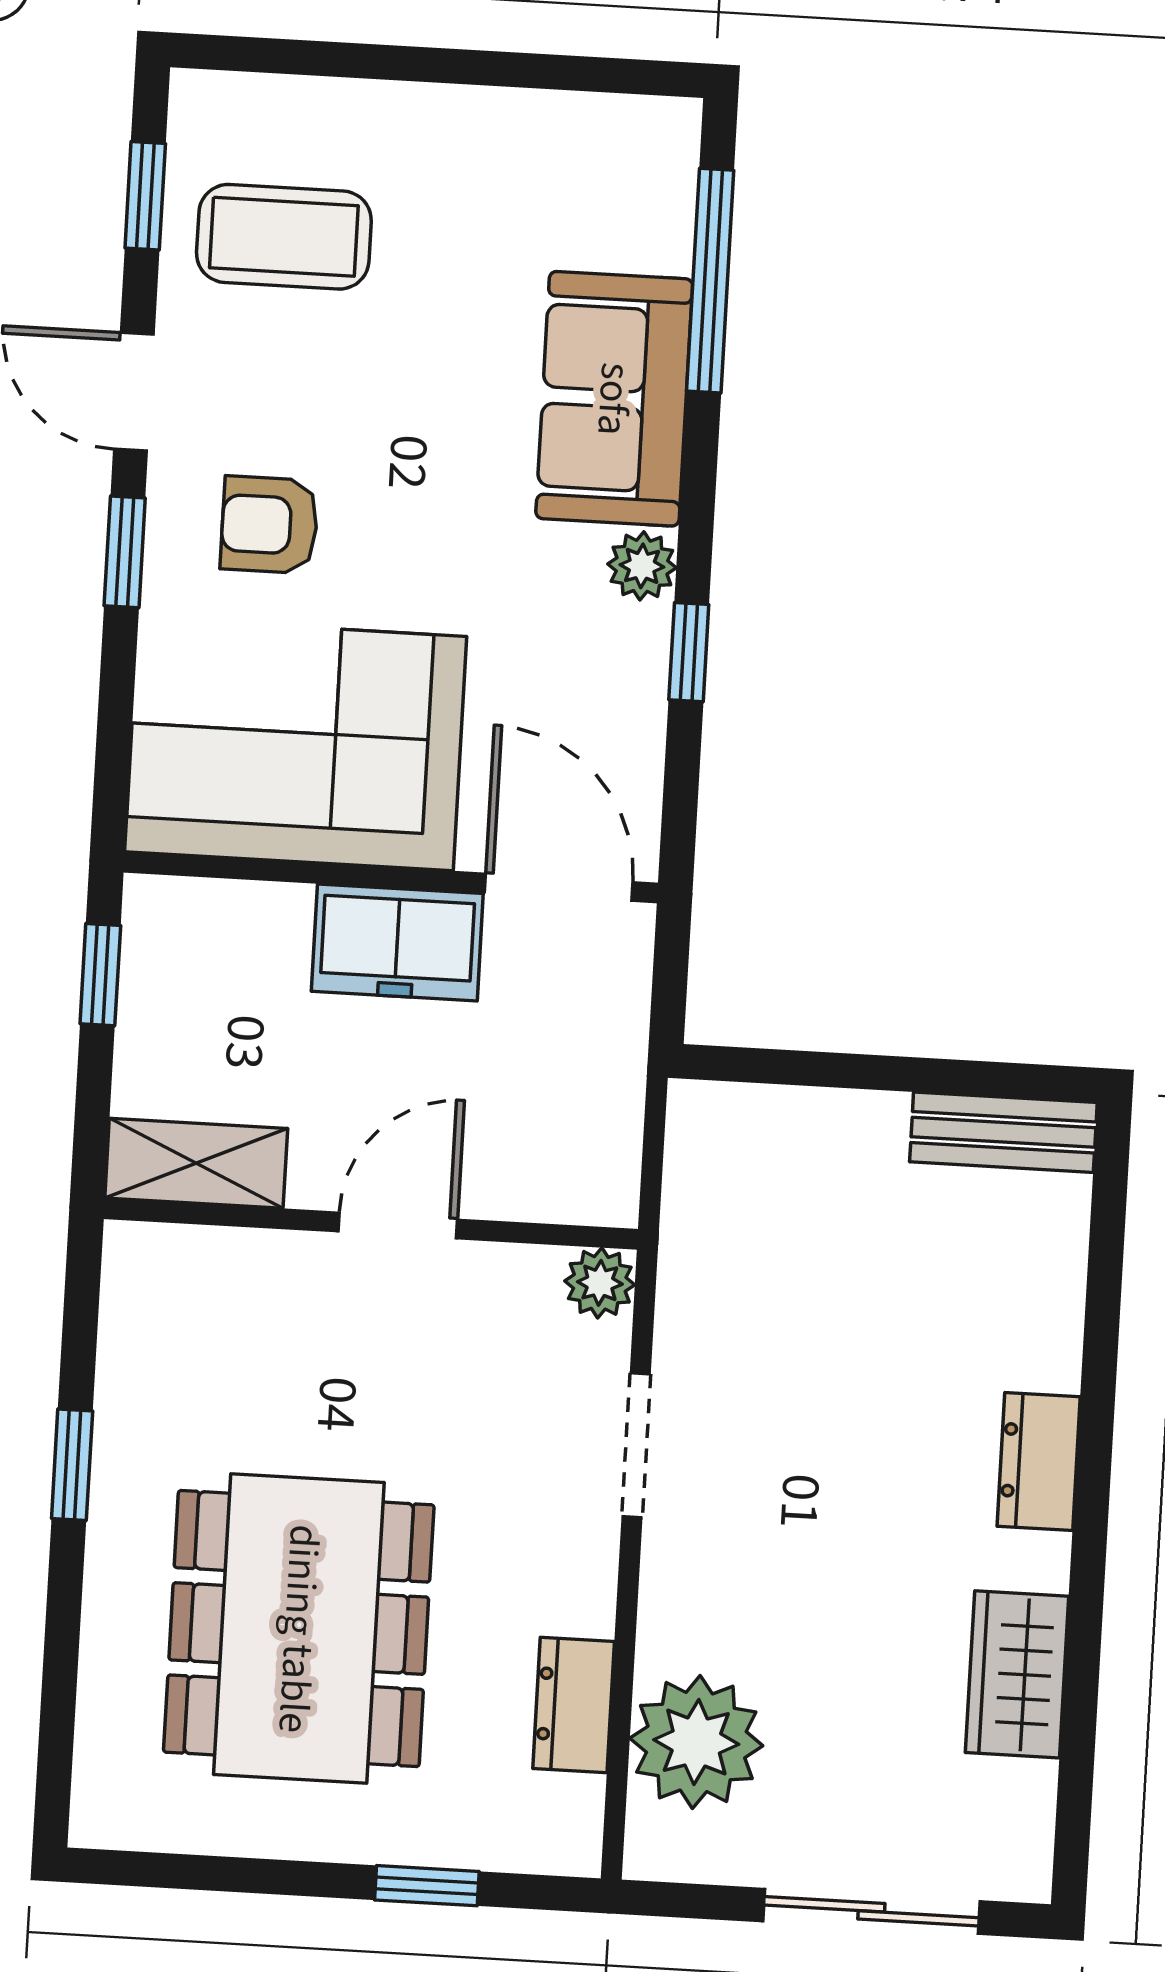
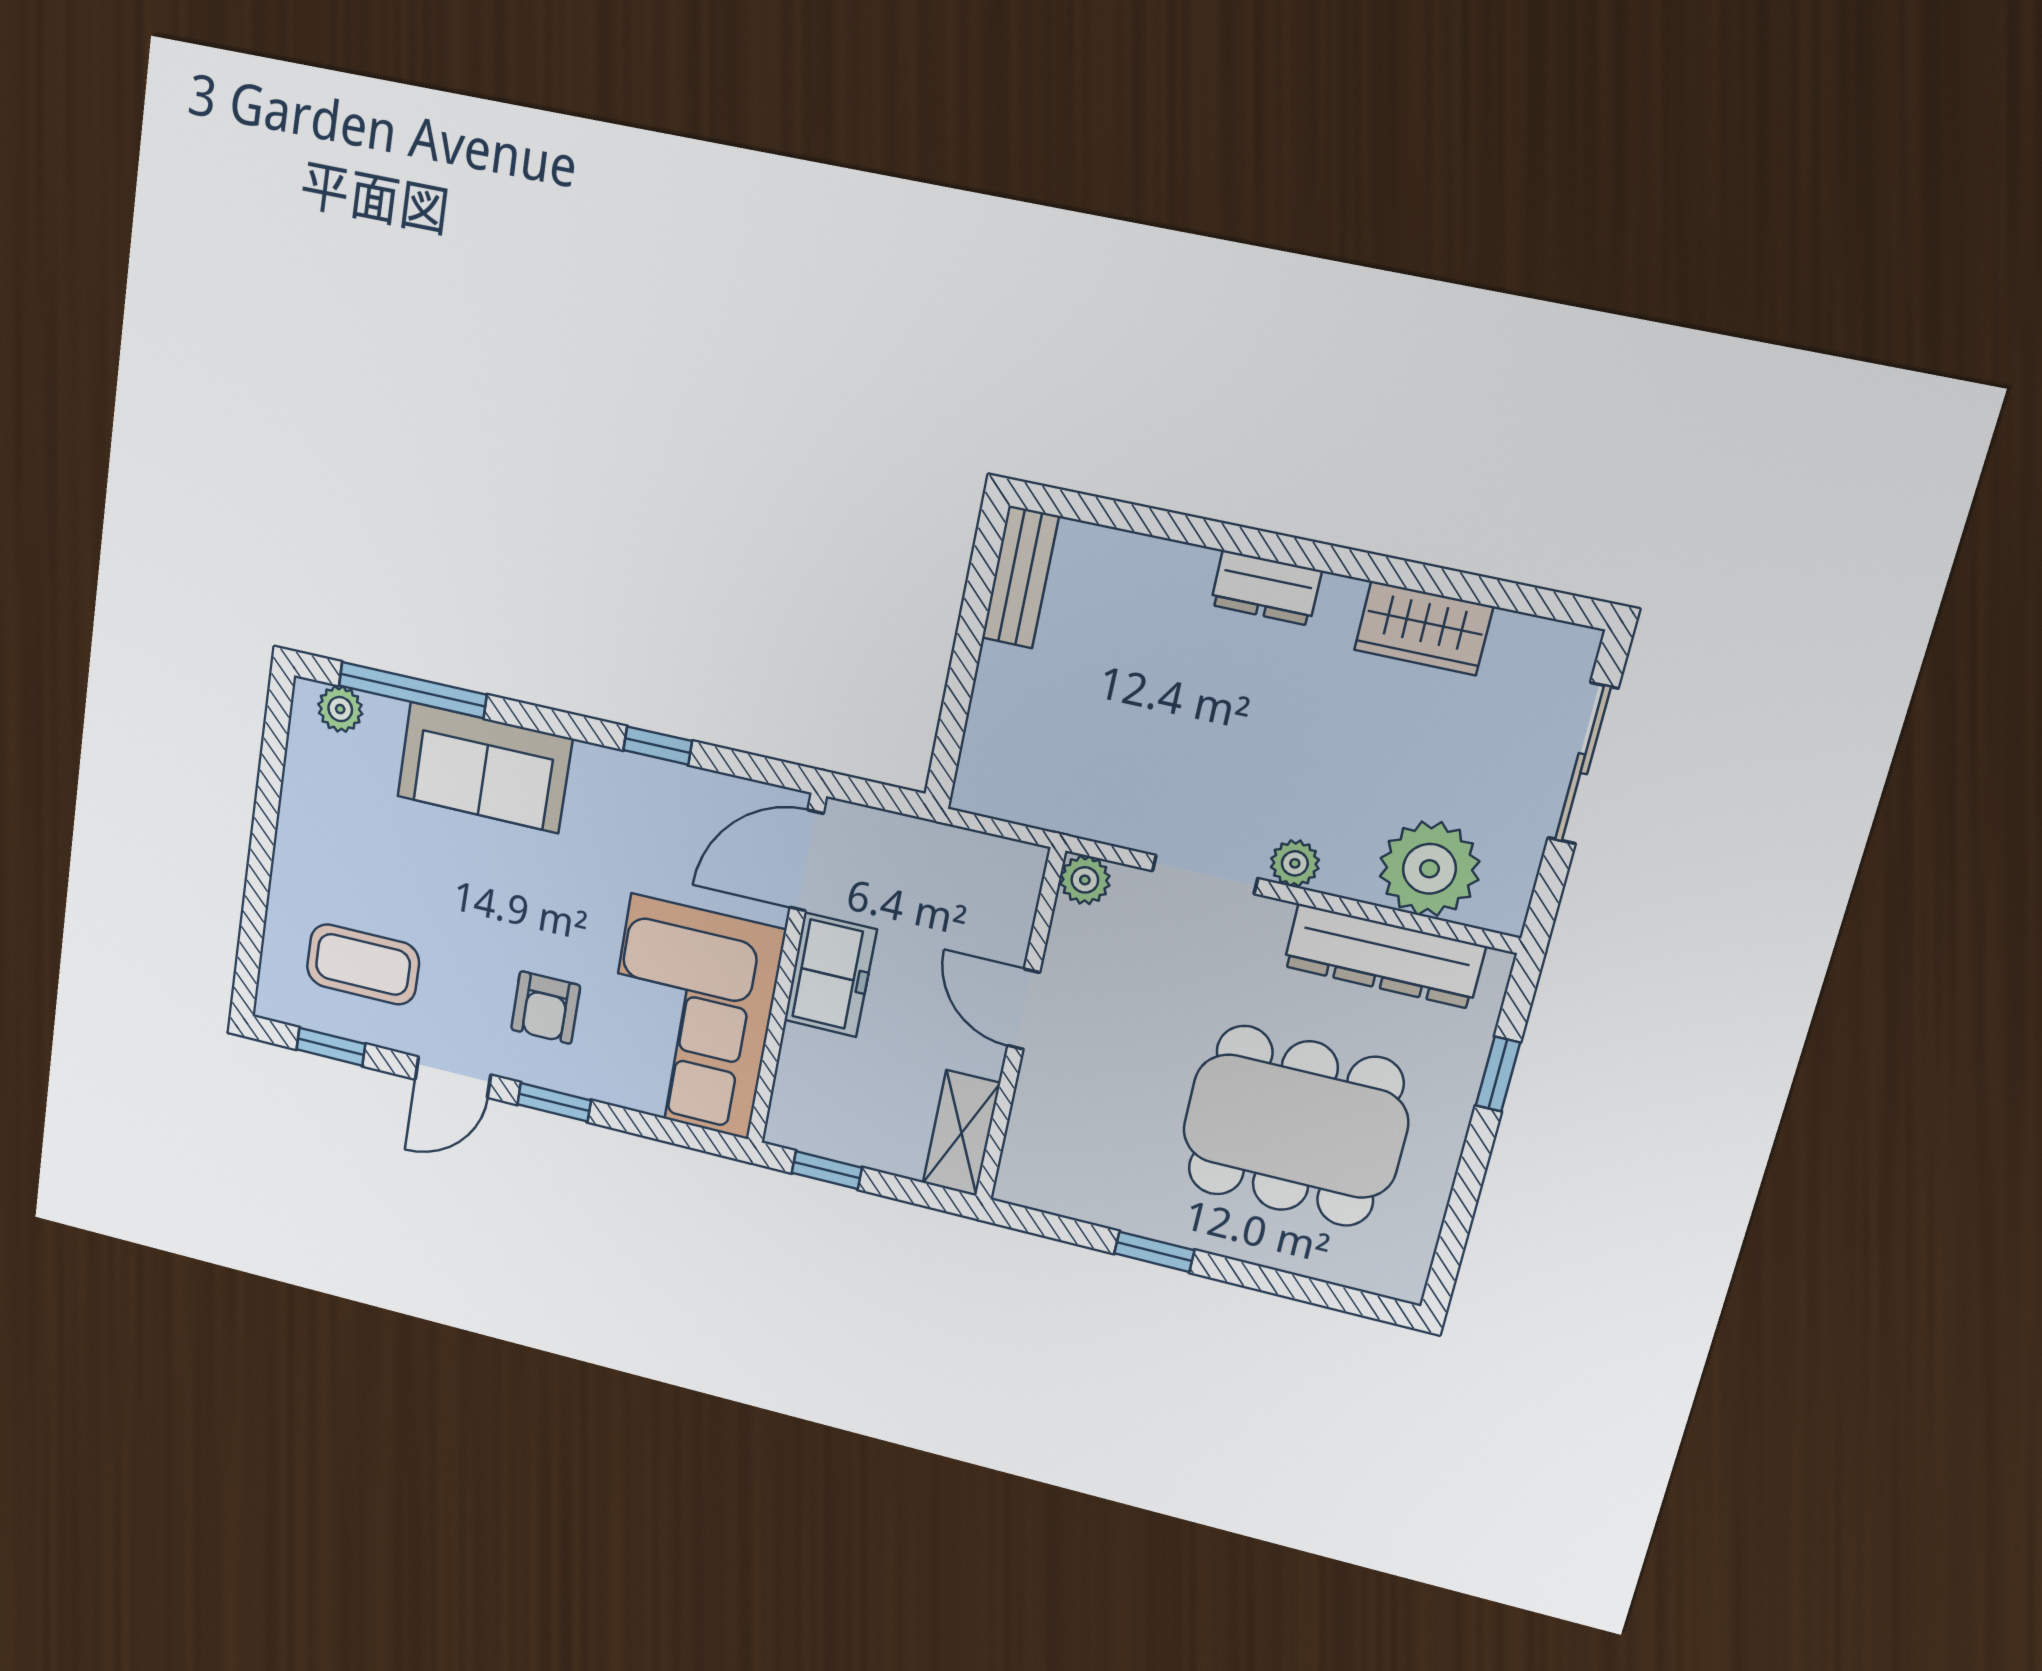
coffee table: (284, 237) -> (363, 964), turned 90
plant: (642, 566) -> (340, 709), moved
plant: (673, 1563) -> (1295, 863), added
dresser: (574, 1705) -> (1384, 956), width x1.96, depth x1.24

